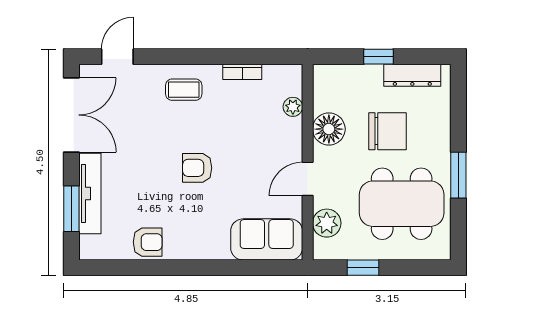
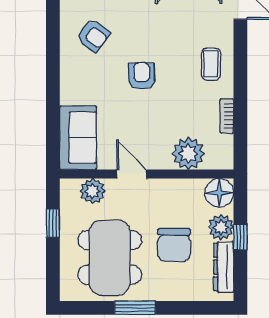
plant: (368, 79) -> (221, 227), added
plant: (293, 107) -> (188, 153), width x1.88, depth x1.88
floor lamp: (329, 129) -> (219, 193), moved
armchair: (148, 242) -> (93, 36), moved, turned -54

